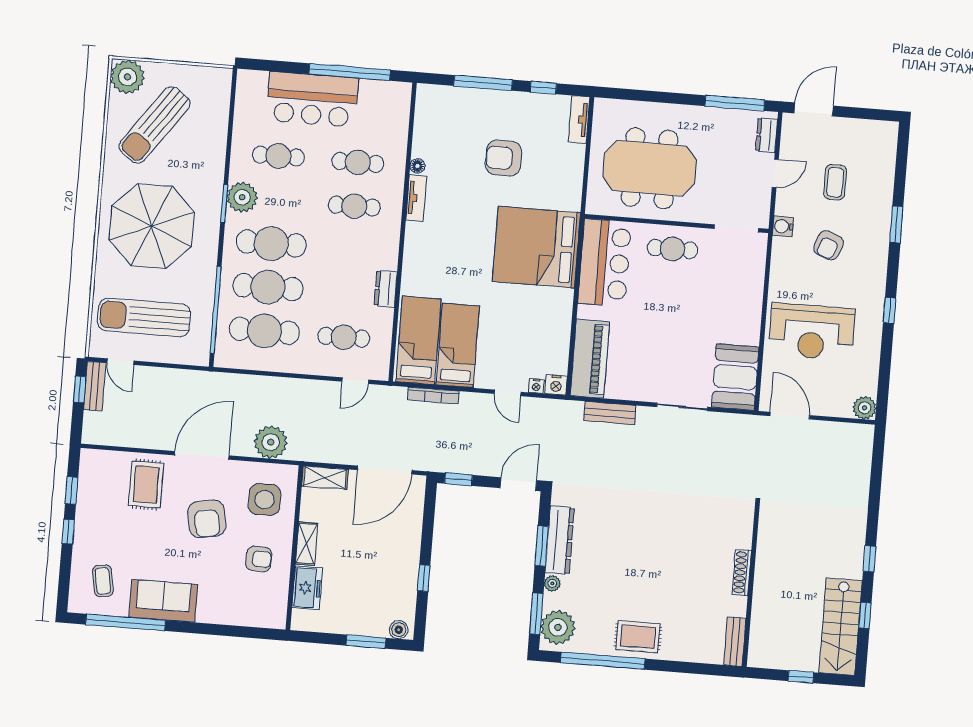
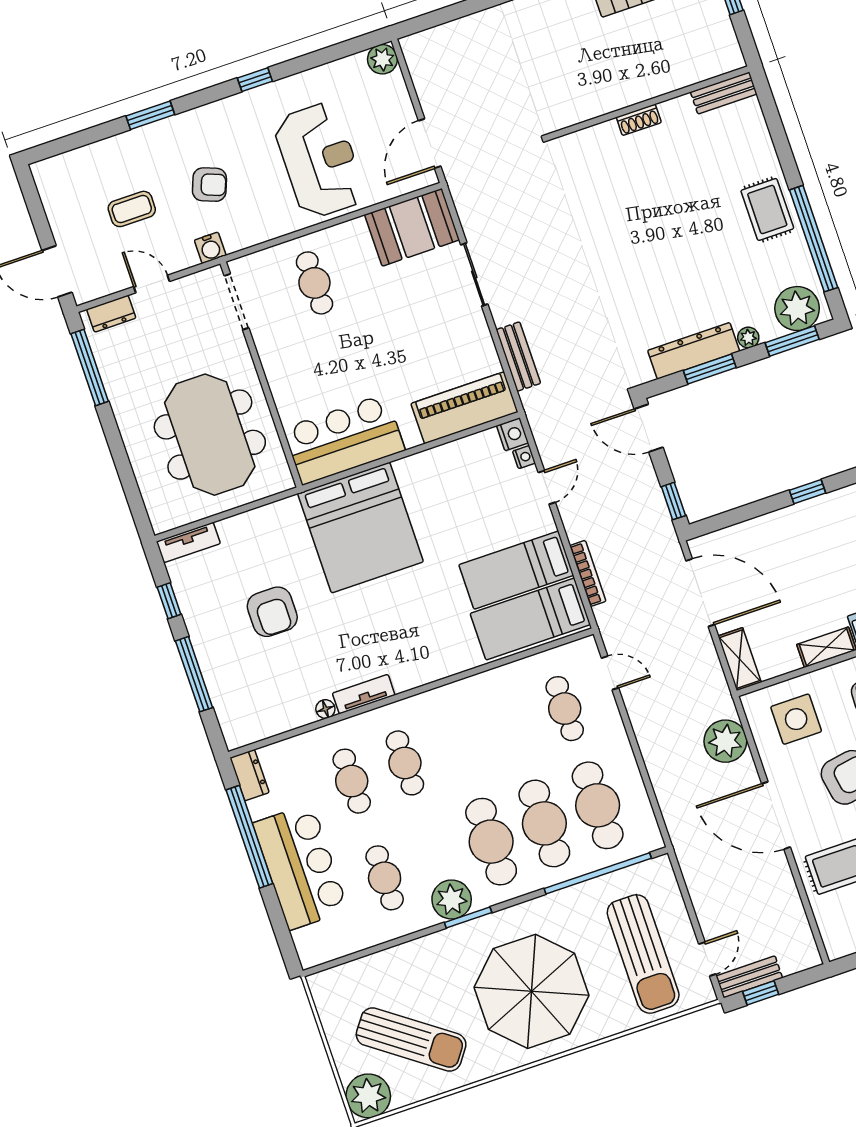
cafe table: (673, 249) -> (314, 283), moved
dresser: (386, 289) -> (249, 775), moved, turned -90
shoe rack: (742, 572) -> (639, 120), width x0.70

